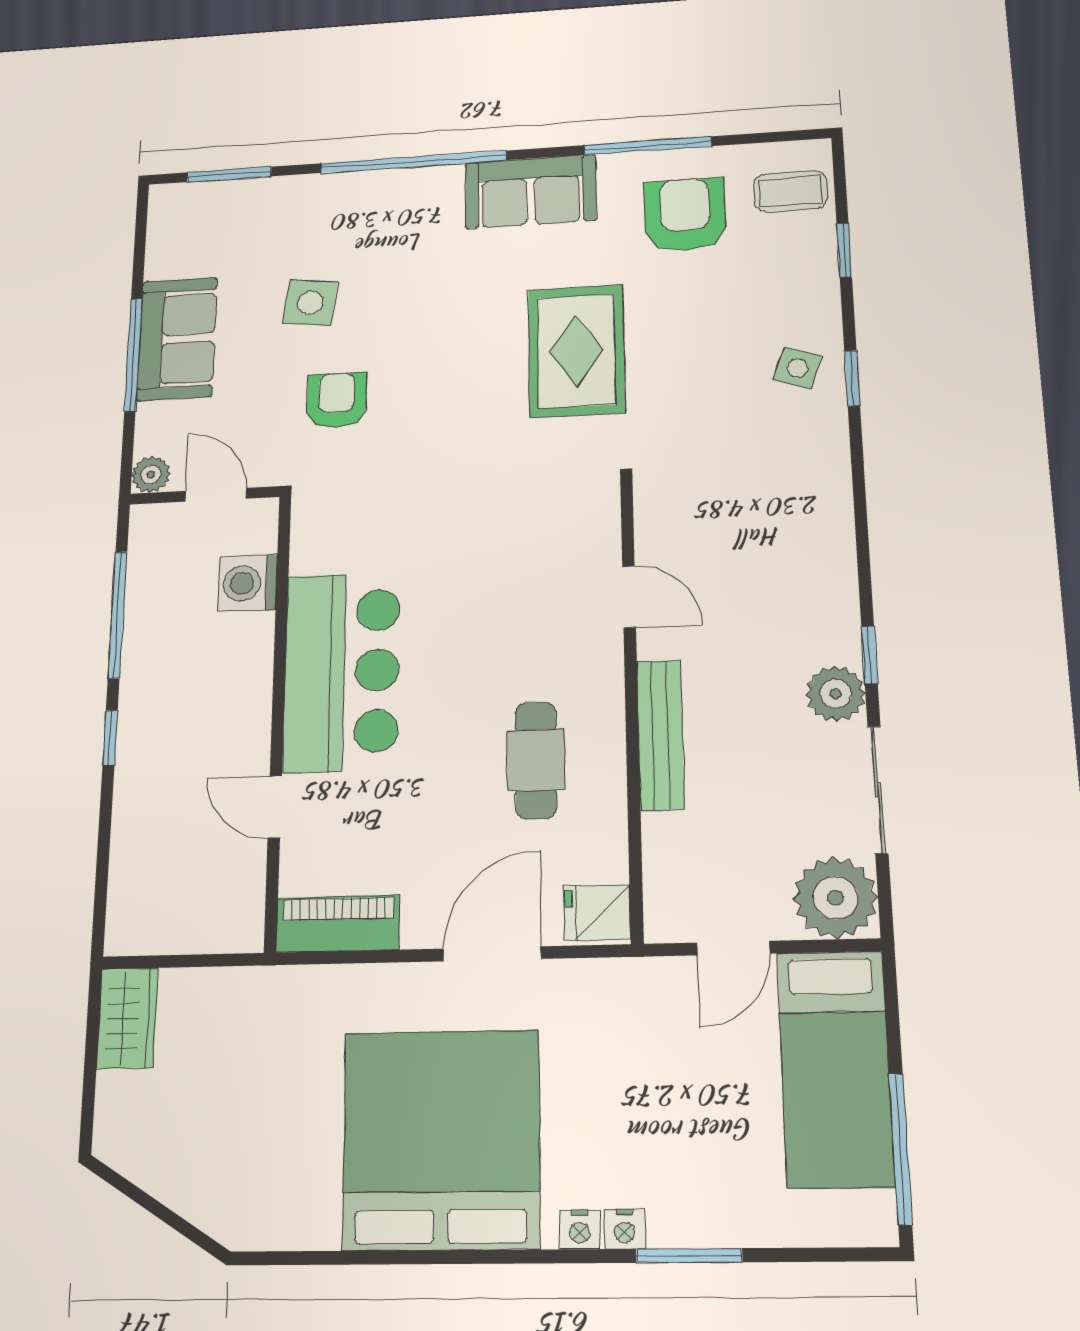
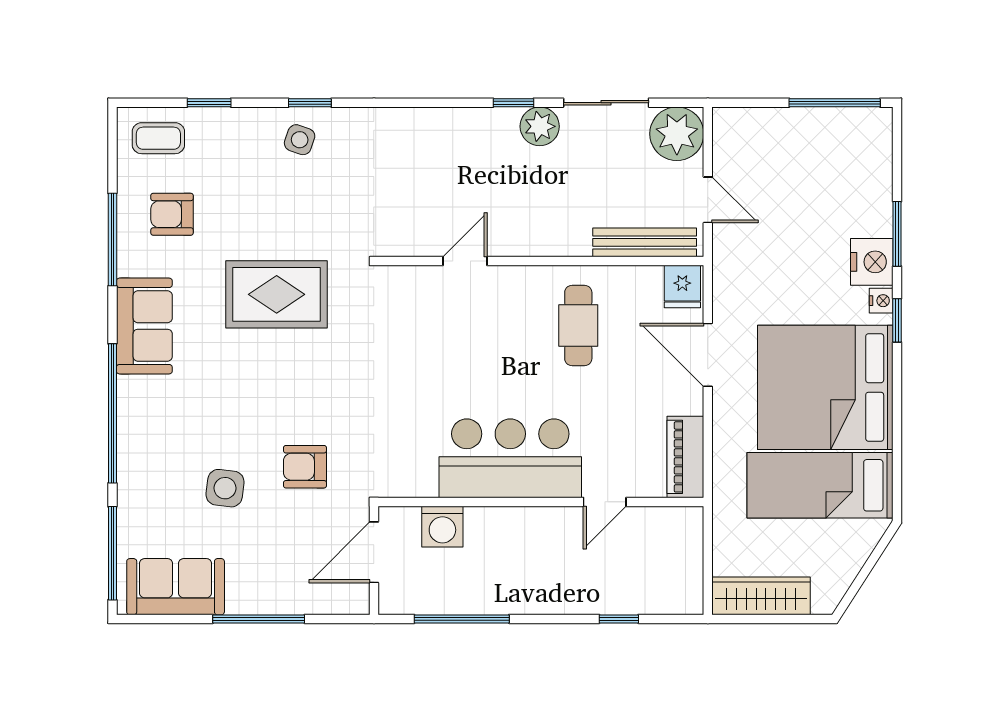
window: (229, 174) -> (112, 553), width x1.44
coffee table: (790, 191) -> (158, 138), turned 90
armchair: (685, 215) -> (172, 214), width x0.72, depth x0.72
sofa: (177, 339) -> (176, 587), moved
plant: (151, 475) -> (356, 601), removed
door: (216, 495) -> (374, 552), width x1.38
bench: (660, 735) -> (645, 242), moved
window: (110, 738) -> (619, 619), moved
cafe table: (536, 760) -> (578, 325), turned 90
wardrobe: (127, 1018) -> (761, 596), width x1.50
bed: (835, 1068) -> (820, 485), moved, turned 180
nightstand: (625, 1229) -> (872, 262), width x1.89, depth x1.79
window: (548, 1256) -> (897, 320), added

